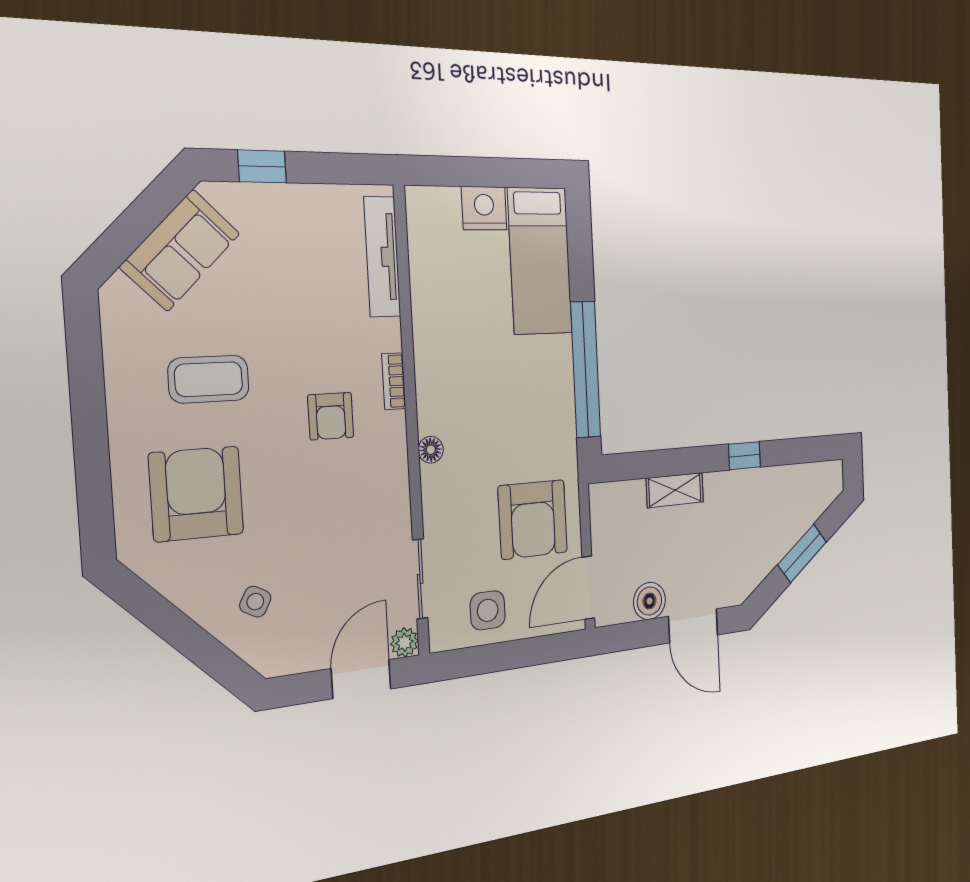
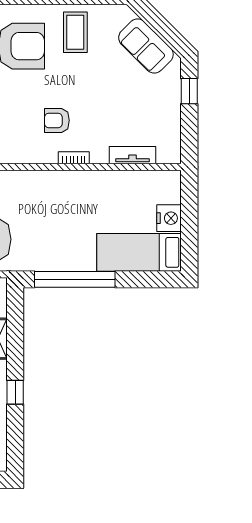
tv unit: (382, 257) -> (132, 155), width x0.71
coffee table: (209, 379) -> (75, 32), moved
floor lamp: (431, 450) -> (35, 178), removed

